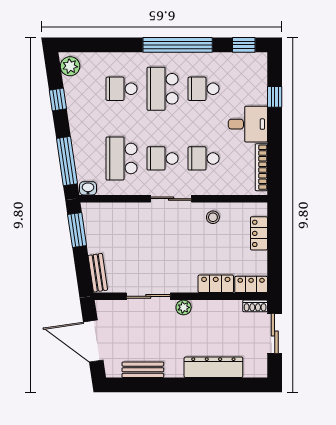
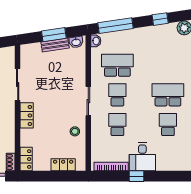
school desk: (122, 89) -> (168, 65), removed
window: (275, 97) -> (137, 176), moved
washbasin: (90, 216) -> (76, 42), added
window: (77, 230) -> (54, 35), moved
bench: (98, 273) -> (55, 45), moved
locker: (216, 284) -> (27, 115), moved
plant: (184, 307) -> (10, 110), removed

